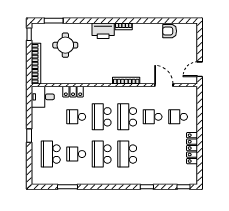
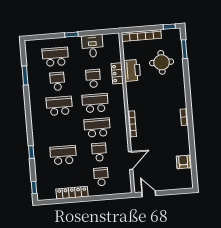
printer: (103, 31) -> (132, 70), moved, turned 180
desk: (43, 97) -> (93, 46), moved
school desk: (127, 154) -> (63, 155), moved

